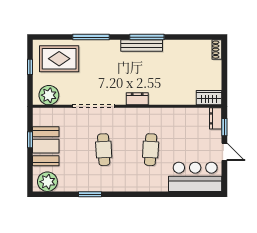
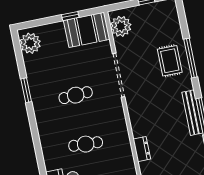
rug: (59, 59) -> (170, 61), moved, width x0.73, depth x0.70
dresser: (137, 99) -> (142, 149), moved
booth: (46, 146) -> (87, 30), moved

